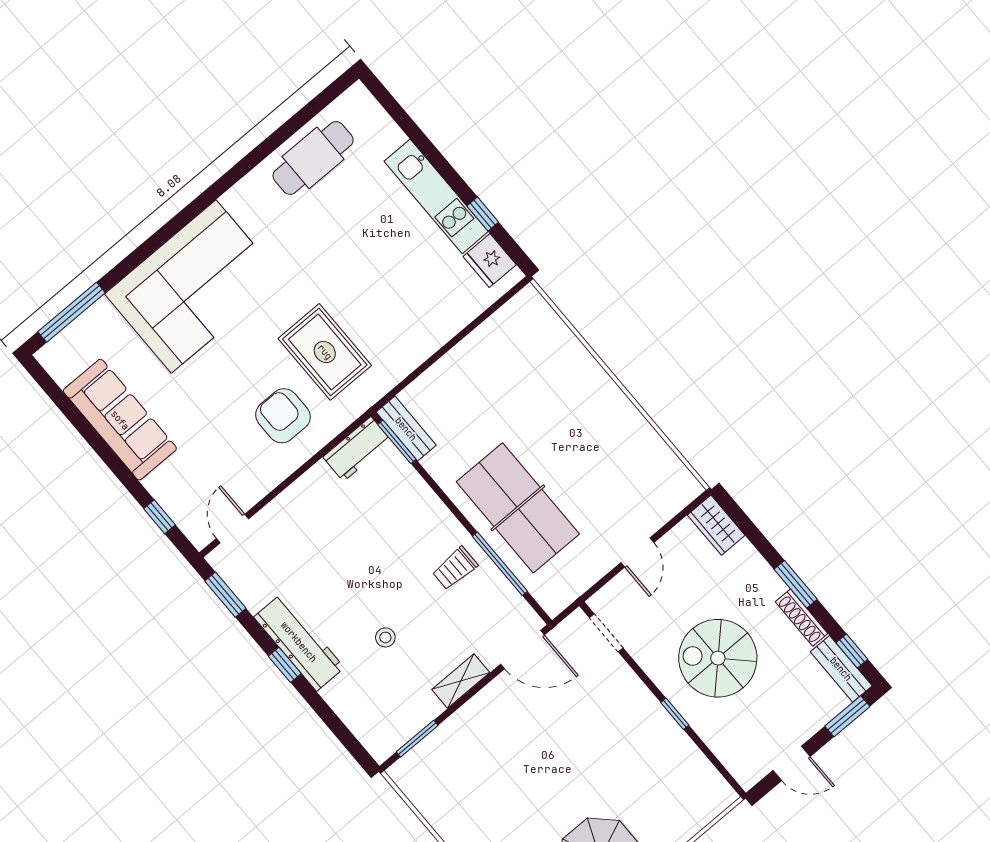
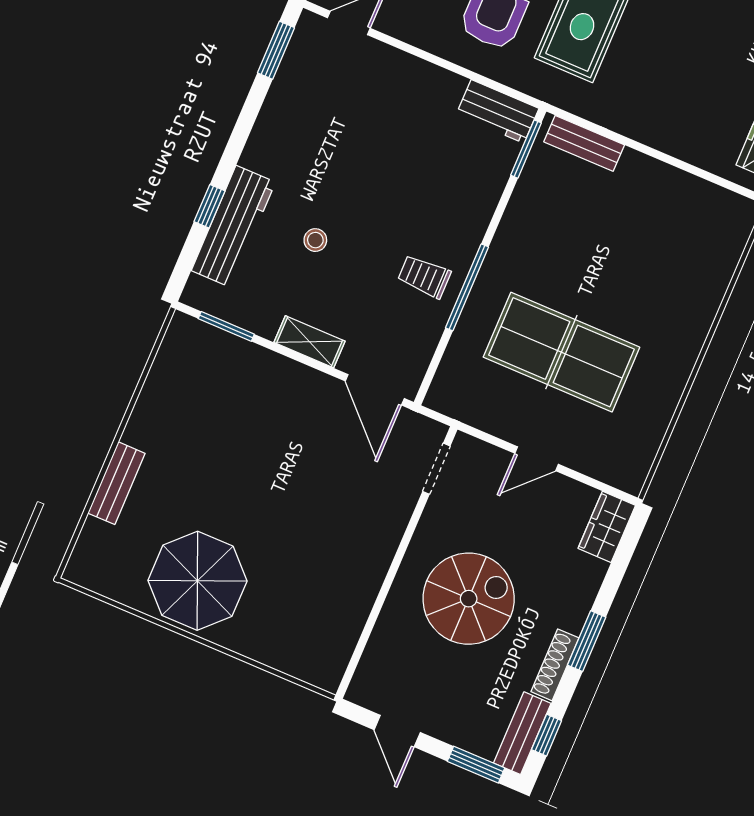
bench: (406, 429) -> (584, 143), moved, turned 90
table tennis table: (518, 508) -> (561, 352), moved, turned 90
window: (500, 564) -> (467, 287), moved
workbench: (299, 642) -> (233, 226), moved
spiral stairs: (718, 658) -> (469, 599), turned 90
window: (285, 665) -> (209, 206), moved
window: (675, 714) -> (388, 583), removed

